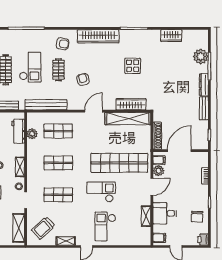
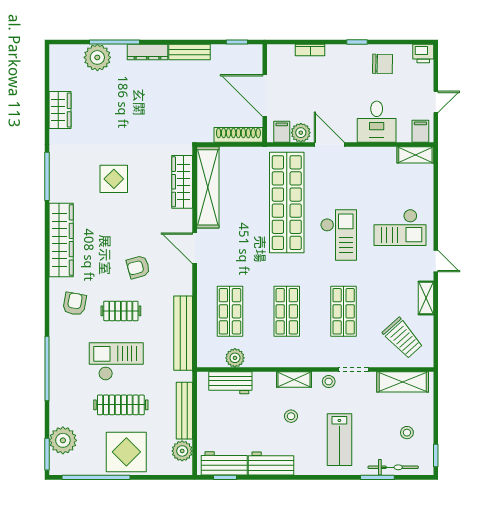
checkout: (101, 192) -> (339, 235), turned 180
shelving: (146, 216) -> (415, 155), moved

